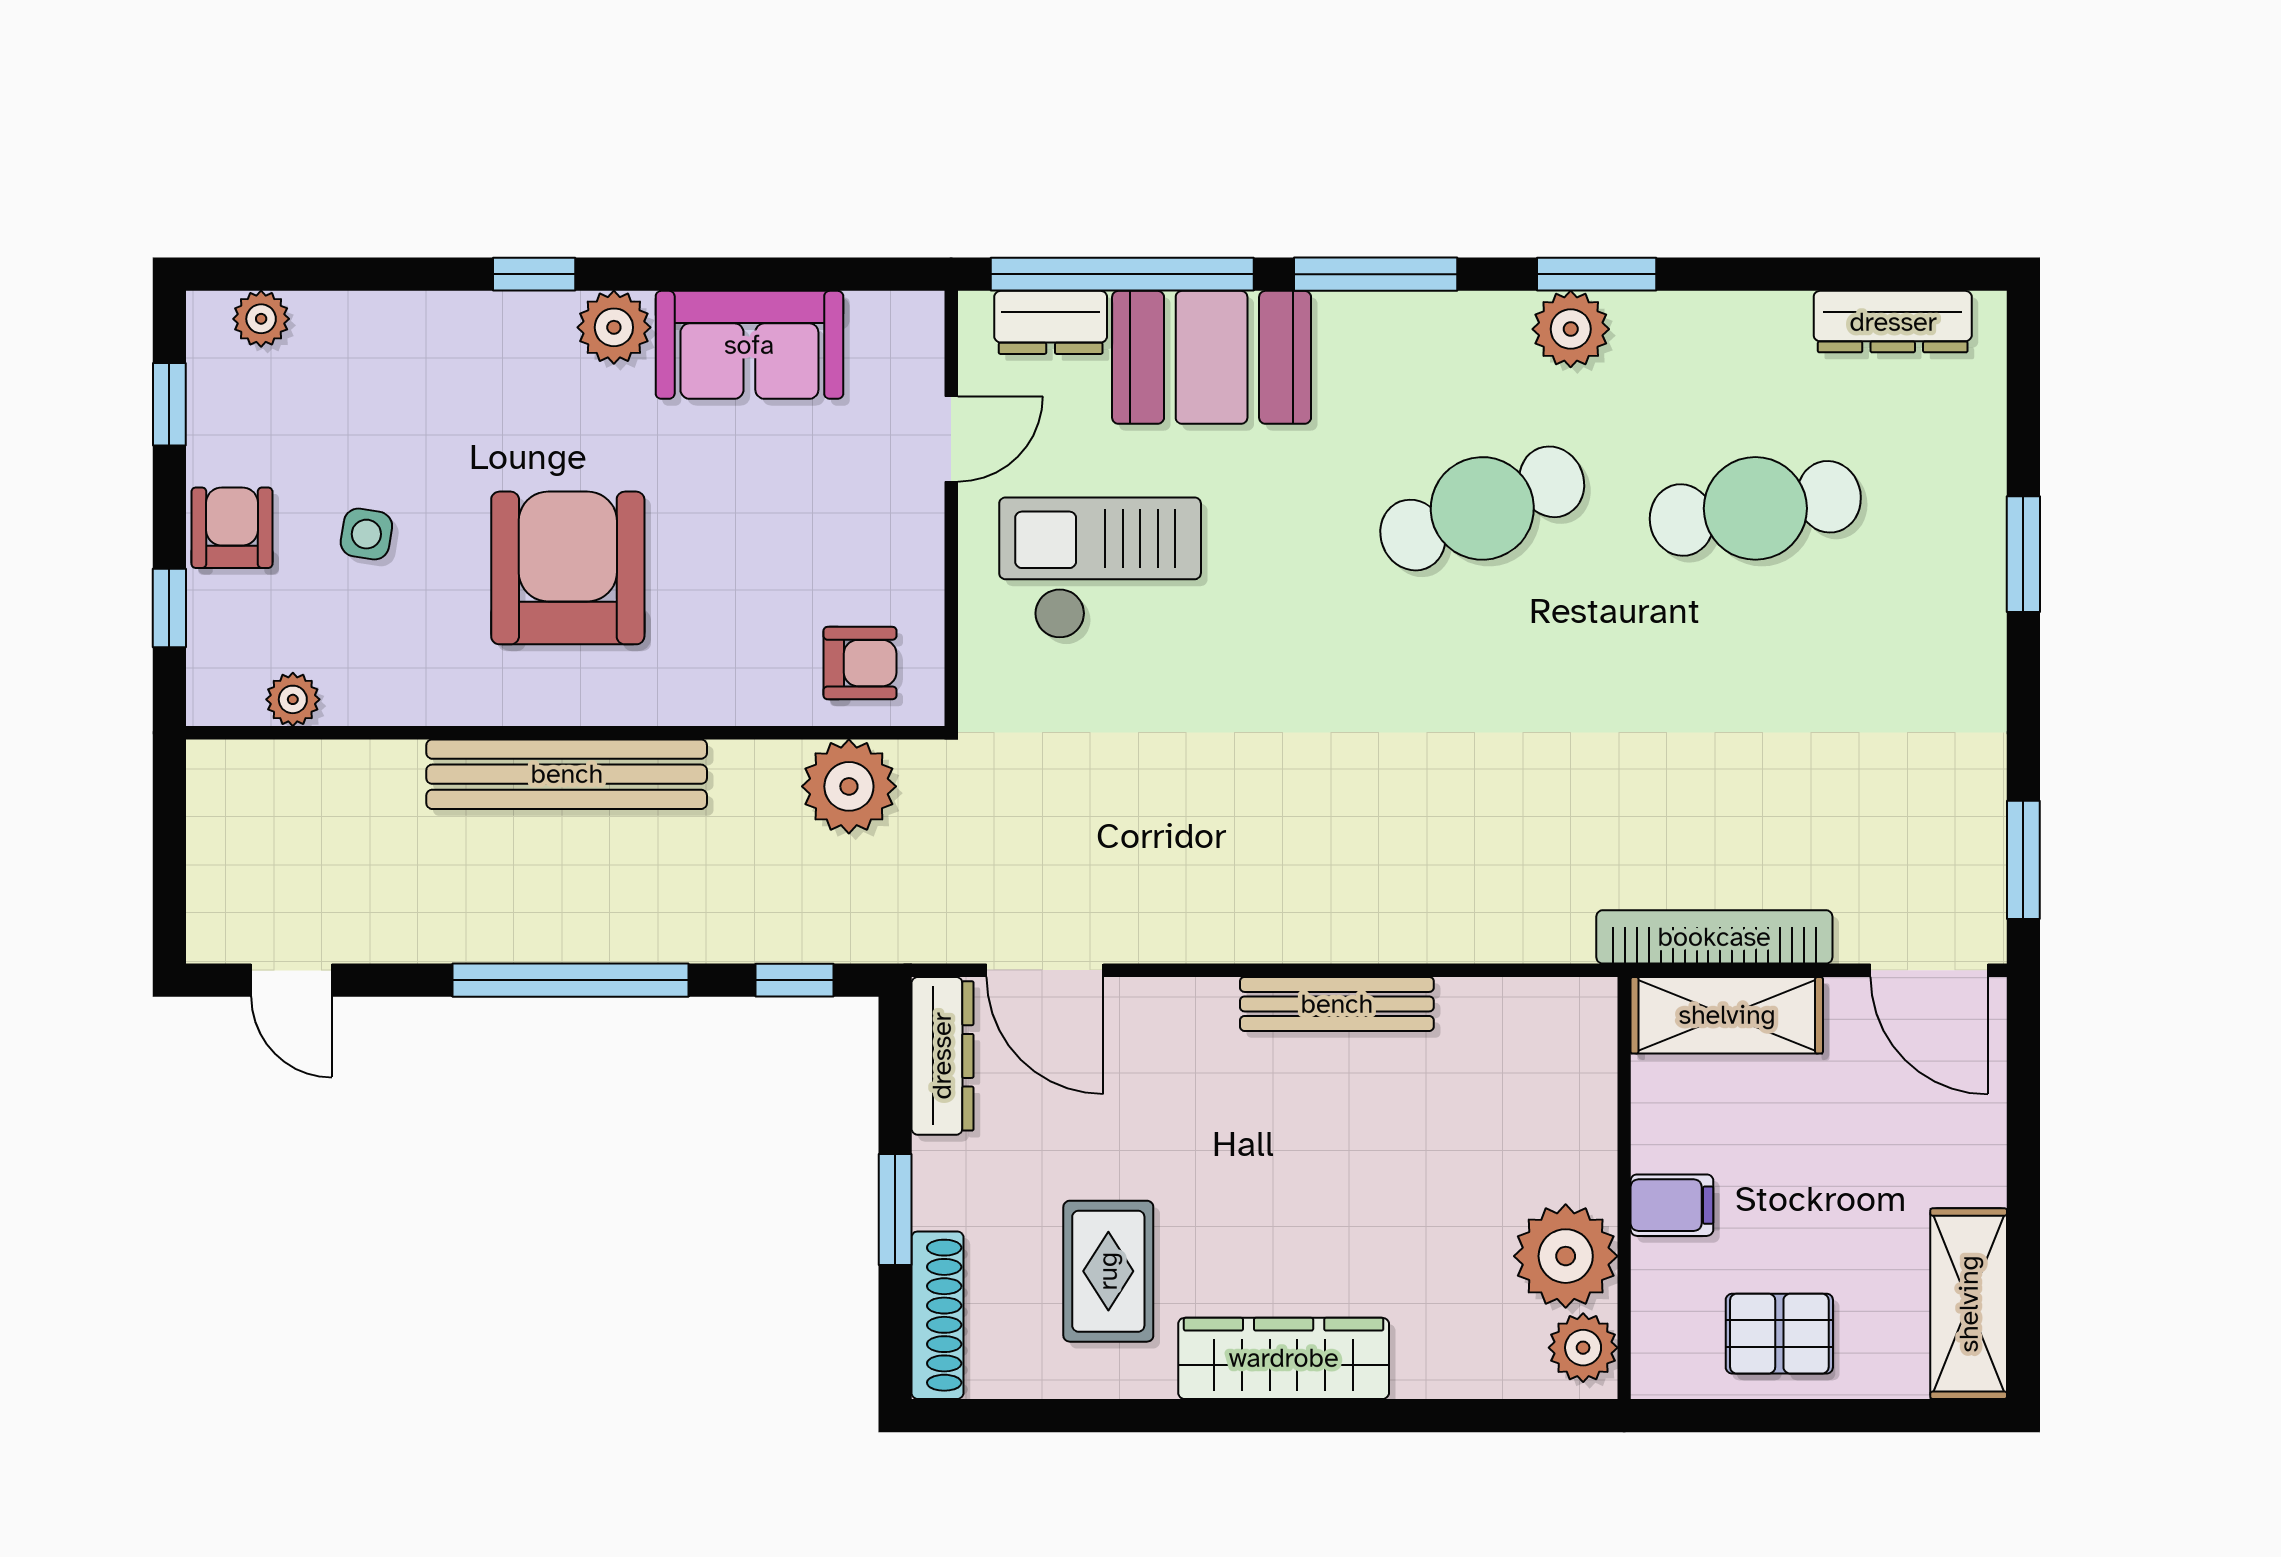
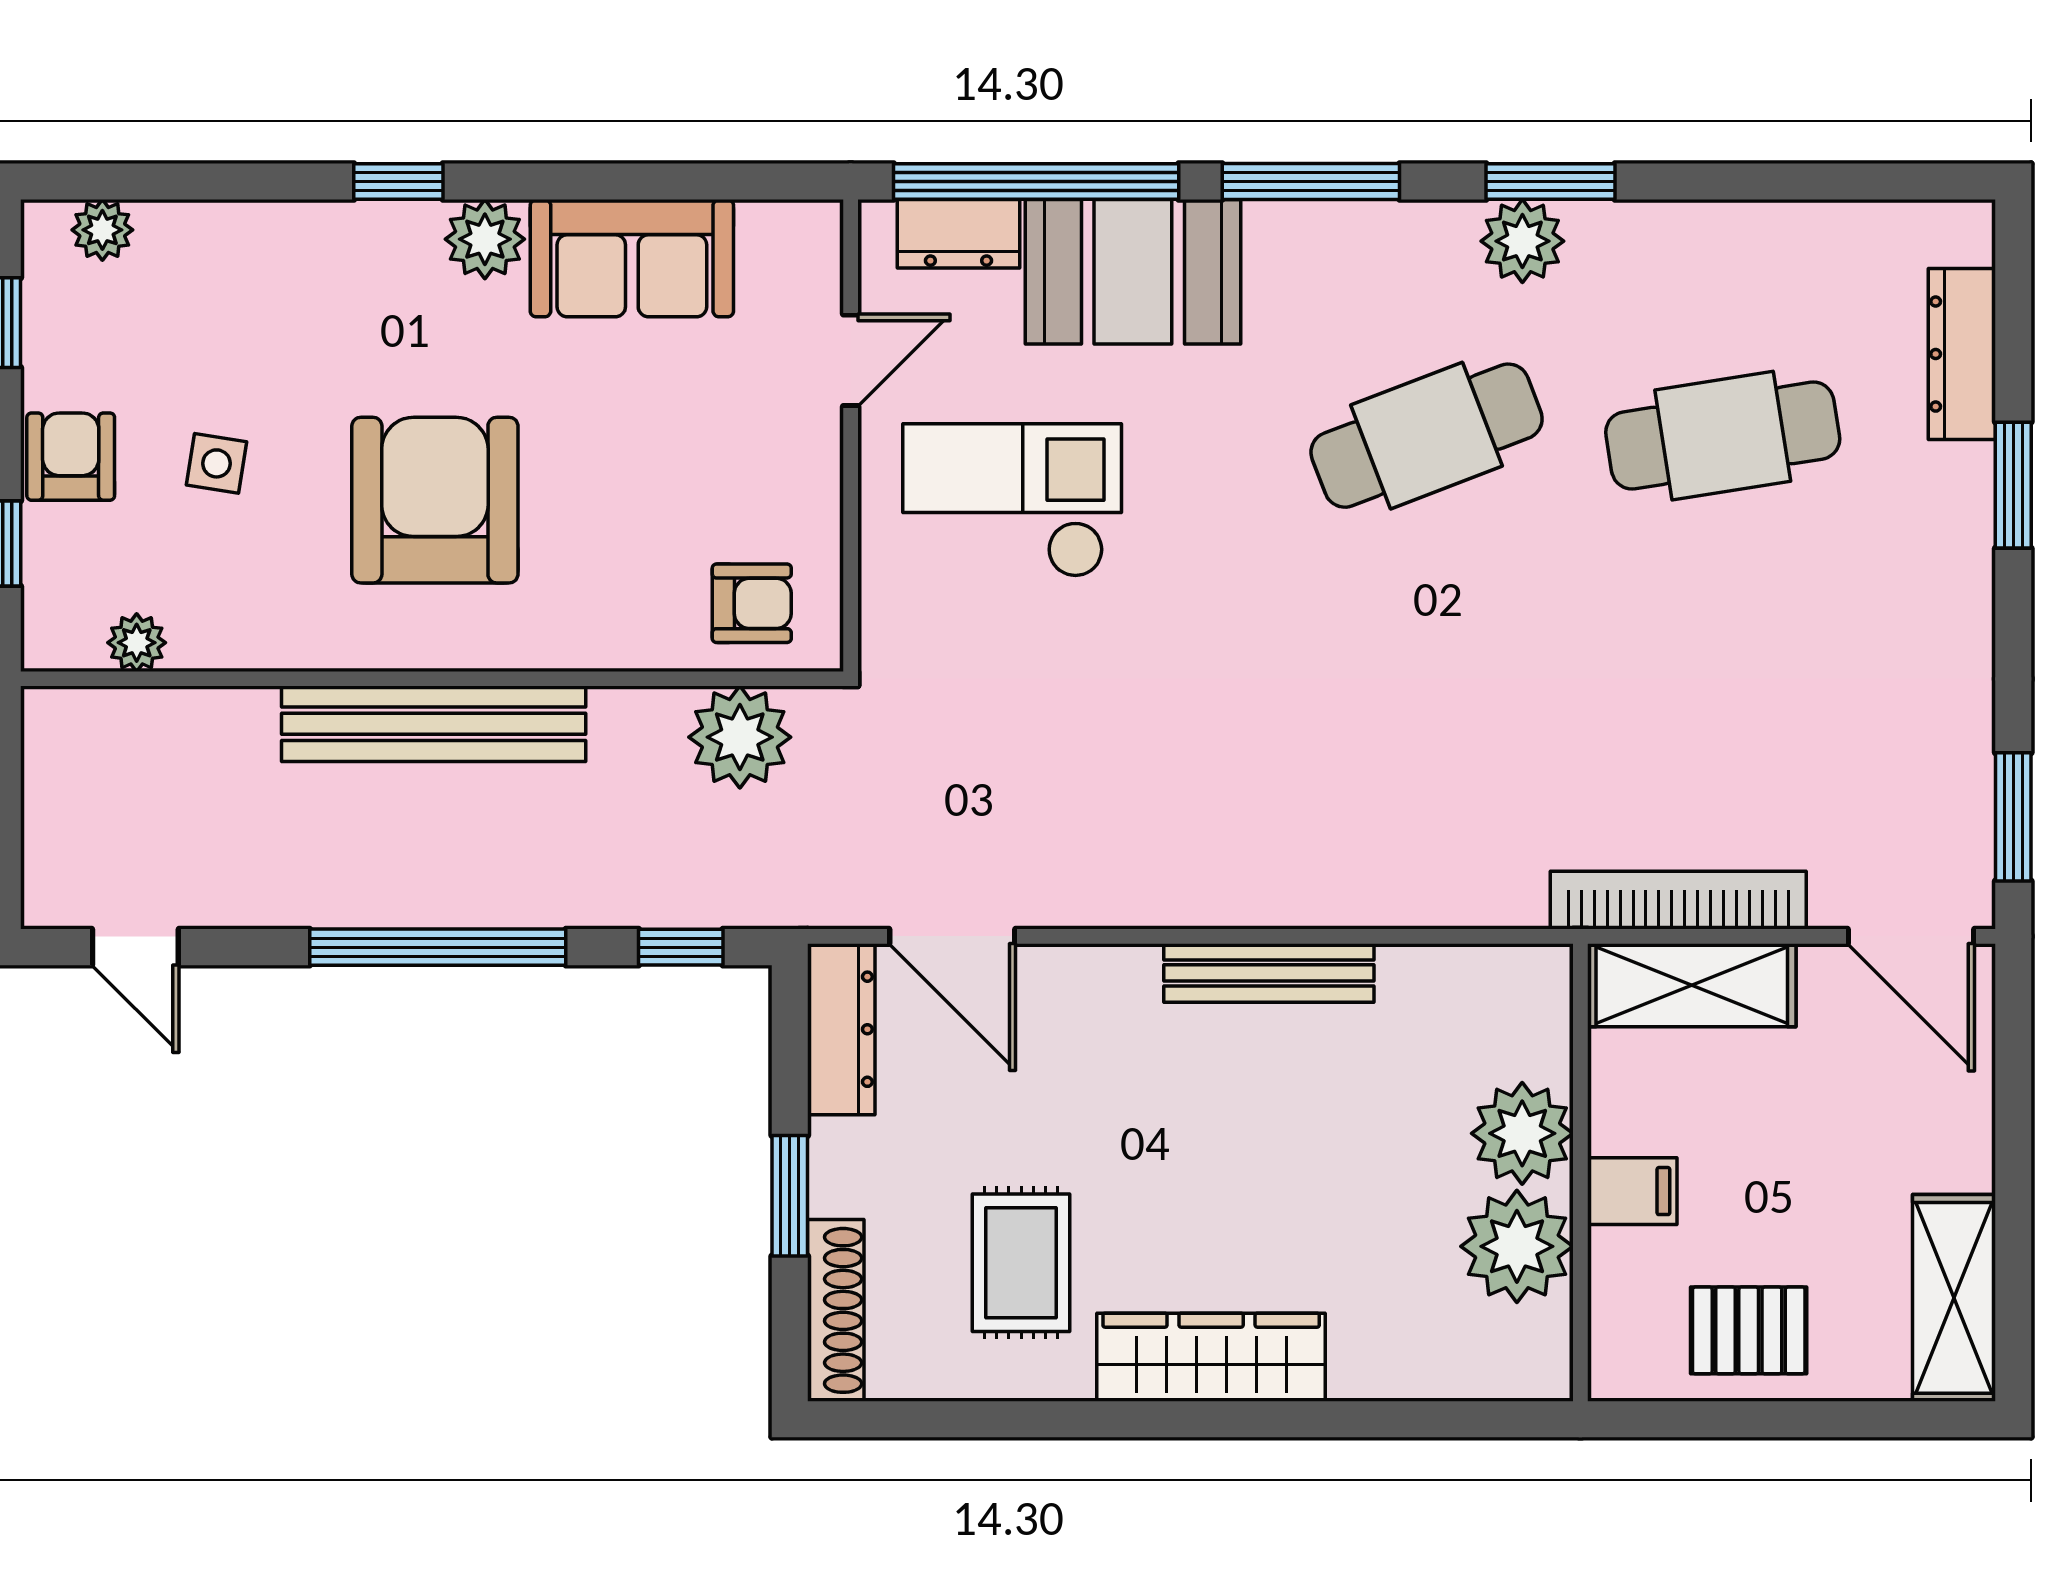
dresser: (1893, 322) -> (1962, 354), moved, turned 90
plant: (1583, 1348) -> (1522, 1133), moved, width x1.36, depth x1.36

